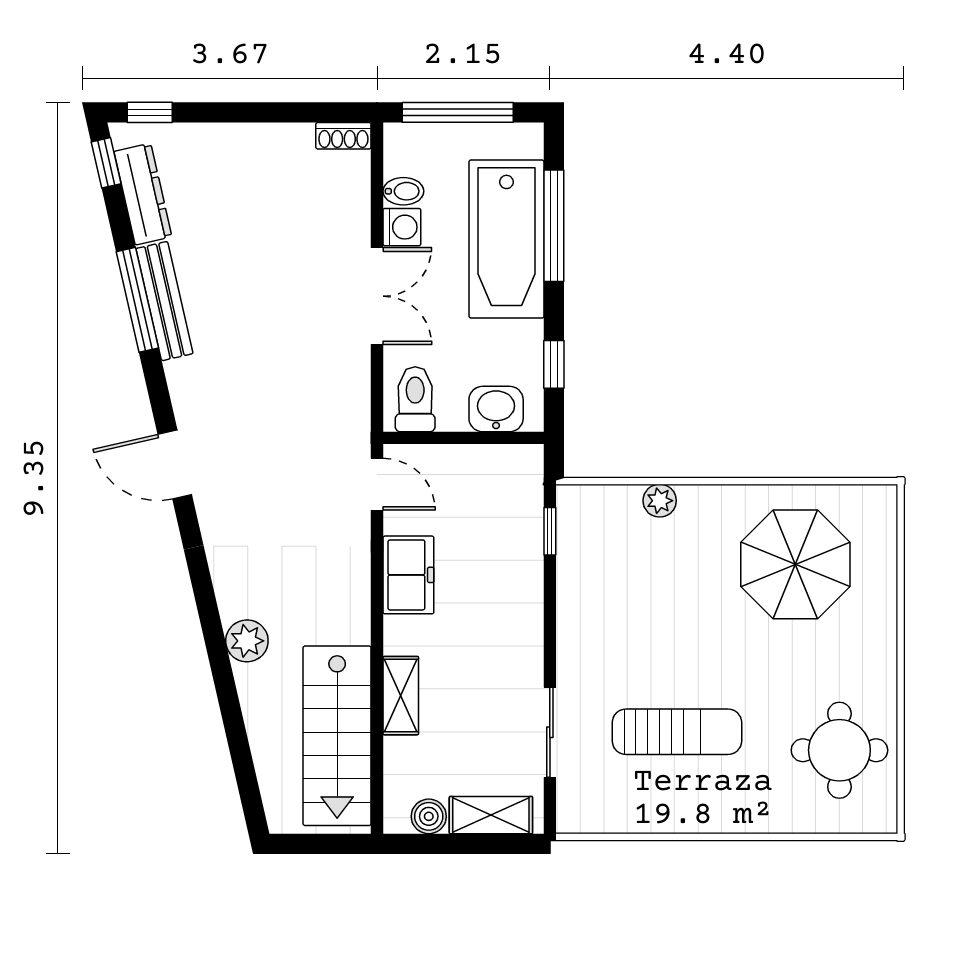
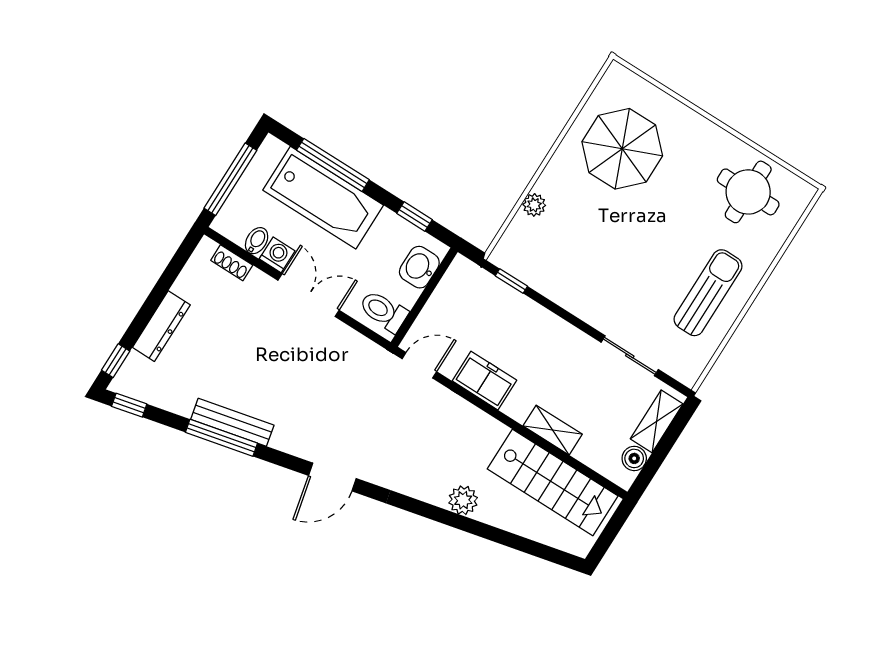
shoe rack: (343, 136) -> (232, 263), moved, turned 90
dresser: (143, 194) -> (161, 326), moved, turned 103
sun lounger: (677, 732) -> (708, 293), moved

